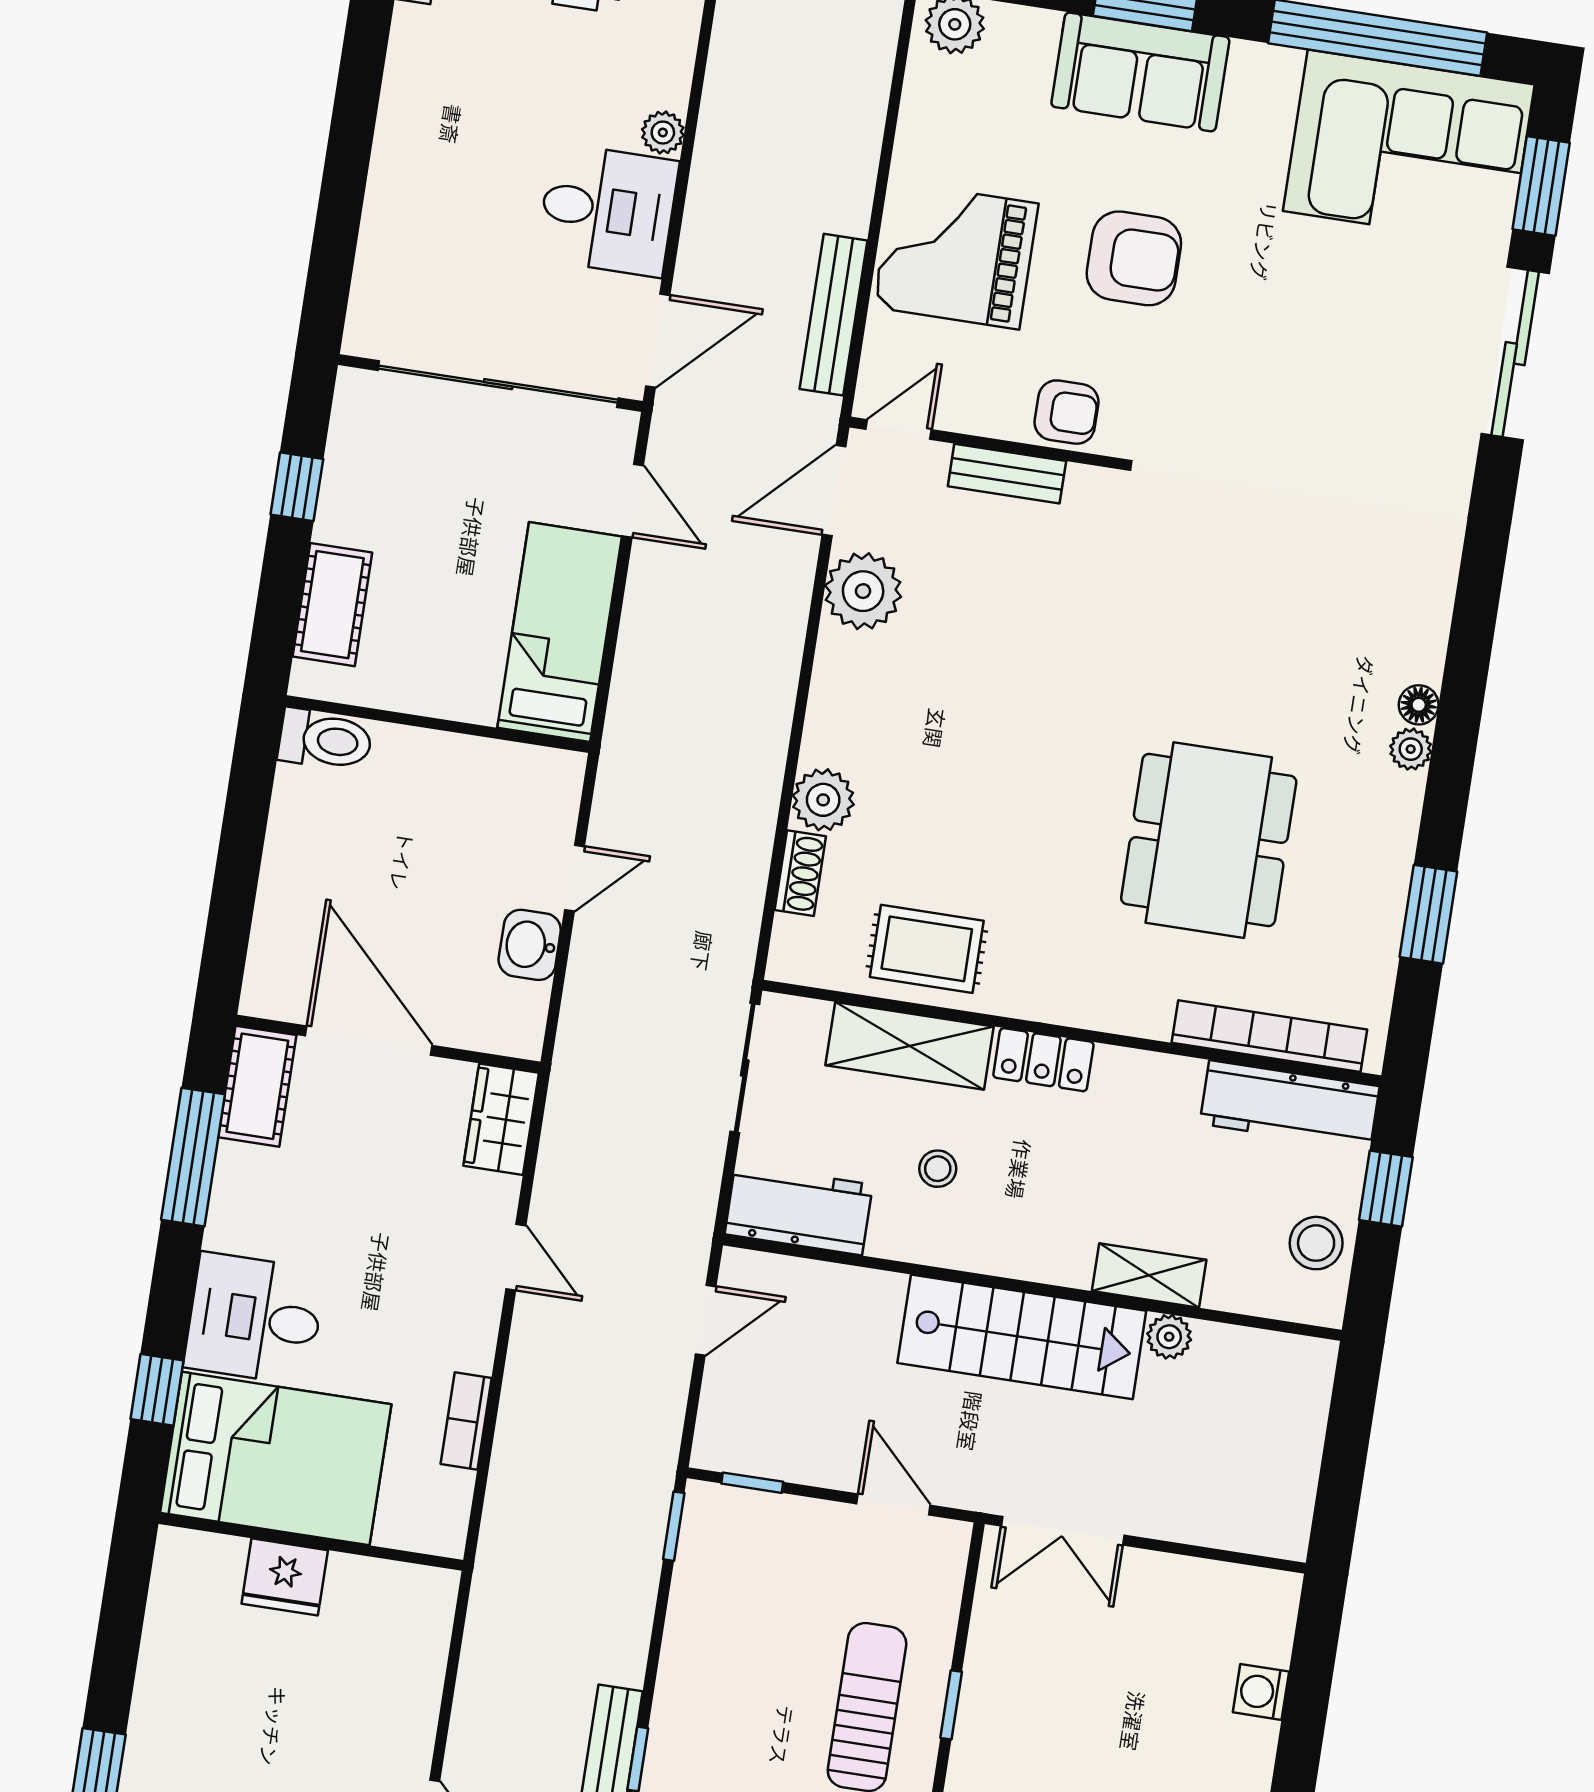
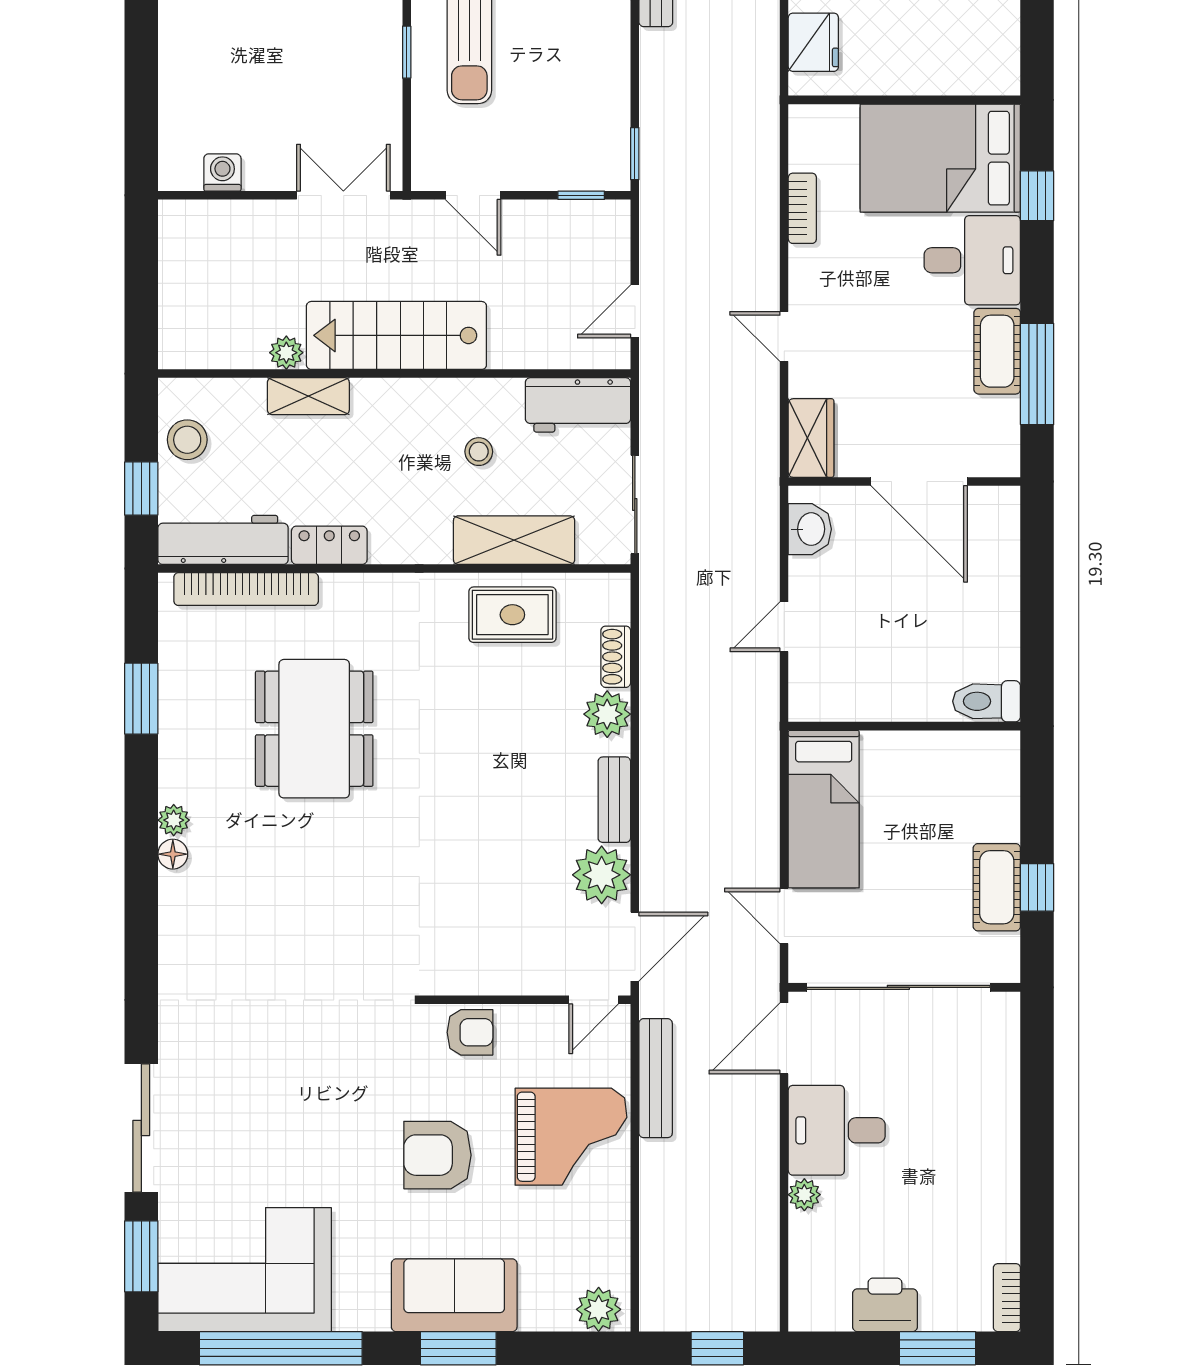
armchair: (1067, 412) -> (470, 1032), turned 180
bench: (1007, 474) -> (614, 800), moved, turned 90
cot: (332, 605) -> (997, 887), moved
washbasin: (530, 945) -> (810, 529), moved
locker: (1043, 1060) -> (329, 545), moved
cot: (257, 1086) -> (997, 351), moved
fridge: (285, 1577) -> (813, 42), moved, turned 90
washing machine: (1261, 1692) -> (222, 173), moved, turned -90

